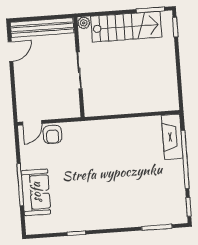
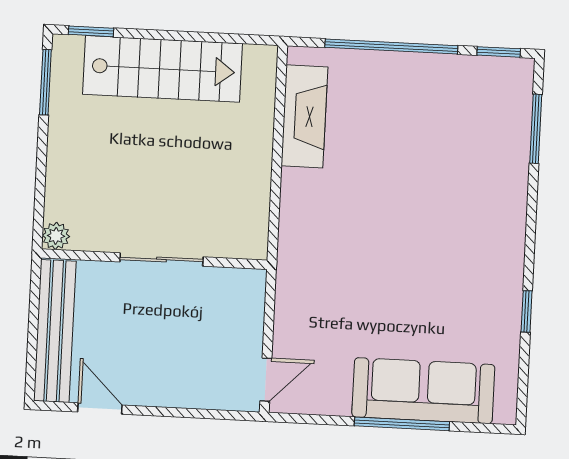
stairs: (126, 27) -> (162, 69), moved, turned 90
door: (32, 123) -> (266, 380), hinge flipped
armchair: (52, 134) -> (298, 337), removed
fireplace: (172, 137) -> (304, 116), moved, turned -90
sofa: (36, 192) -> (423, 391), width x1.36

